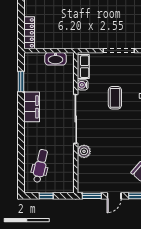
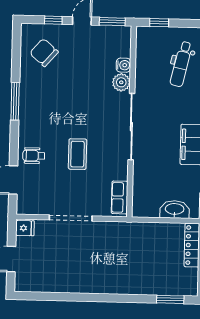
washbasin: (55, 59) -> (175, 209), moved
water cooler: (83, 85) -> (124, 65), moved
window: (46, 196) -> (159, 23), moved

